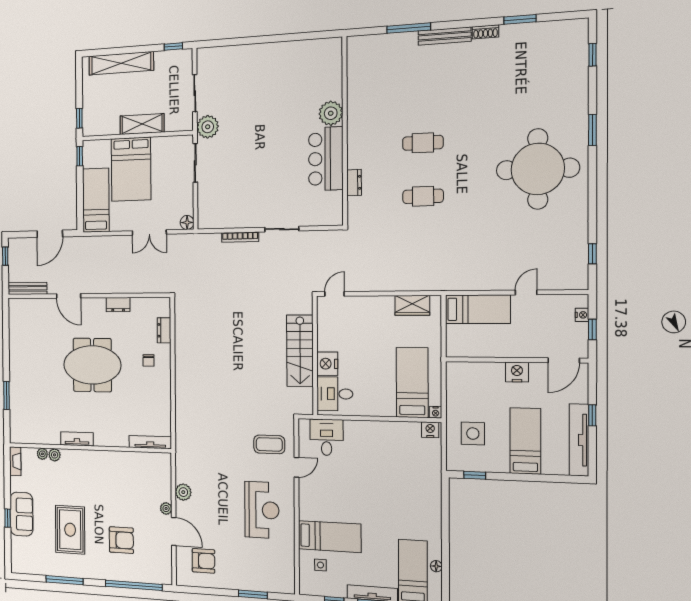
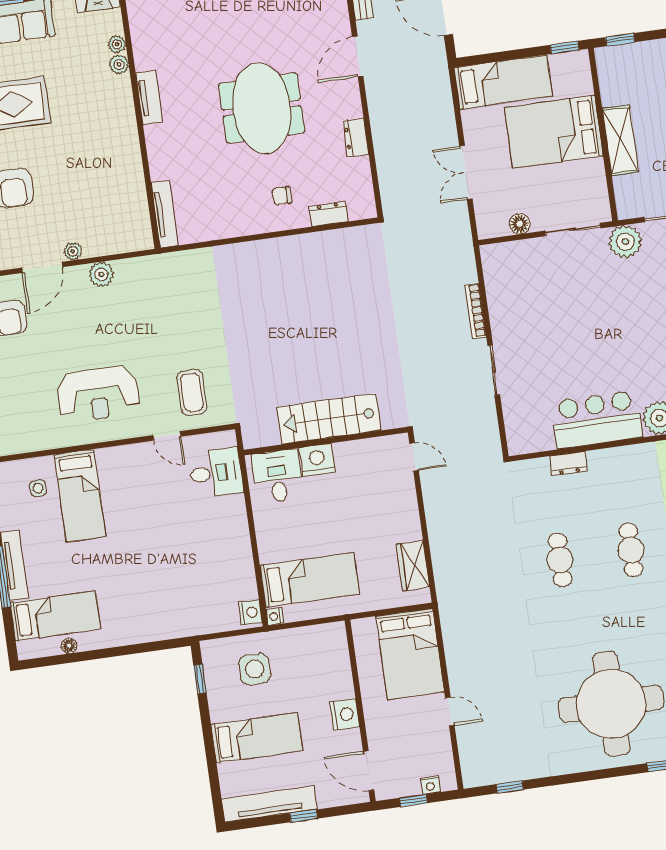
floor lamp: (187, 222) -> (520, 224), moved
bed: (478, 309) -> (410, 654), width x1.50

